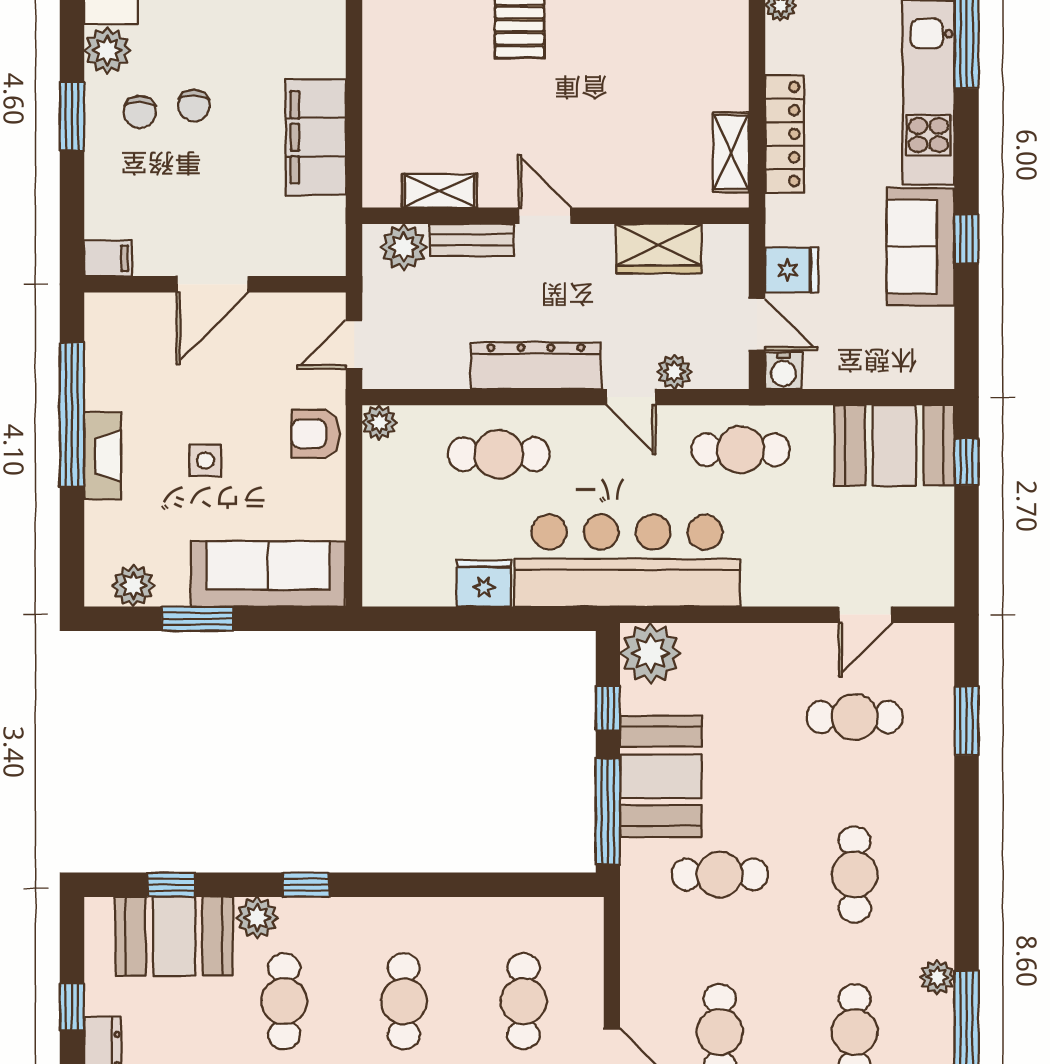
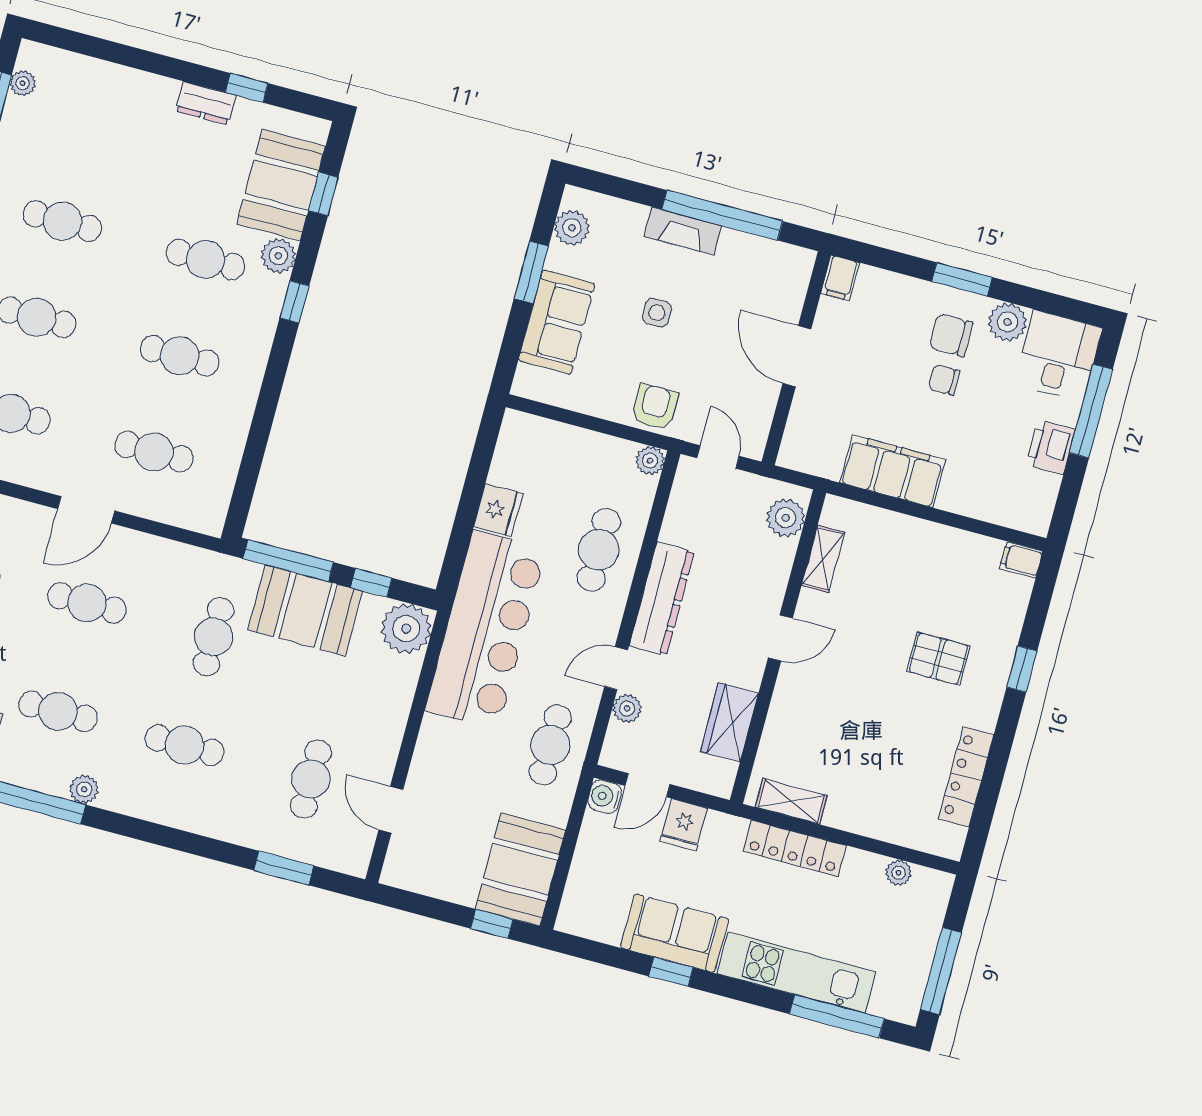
chair: (140, 112) -> (951, 335), width x1.37, depth x1.37
bench: (472, 240) -> (777, 574), removed
sofa: (268, 574) -> (557, 322), width x0.73

